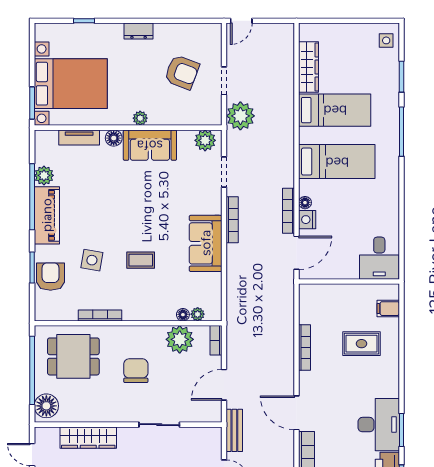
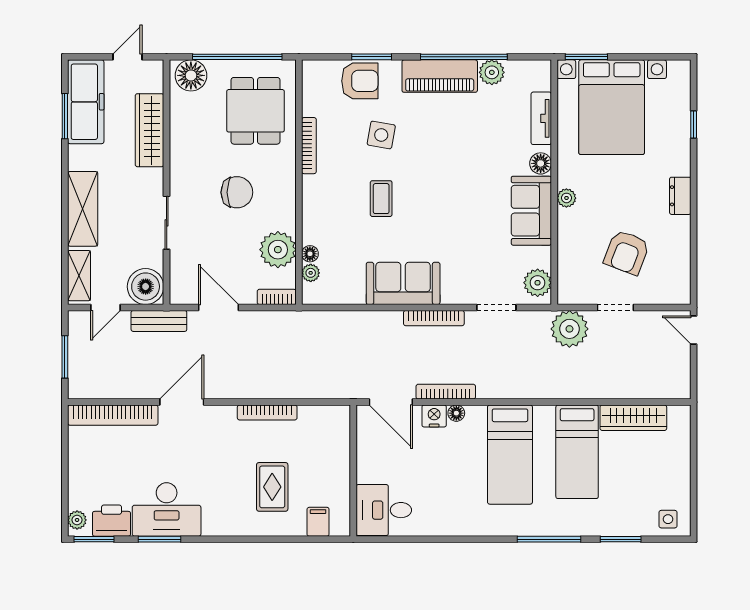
boiler: (208, 441) -> (146, 287), added

